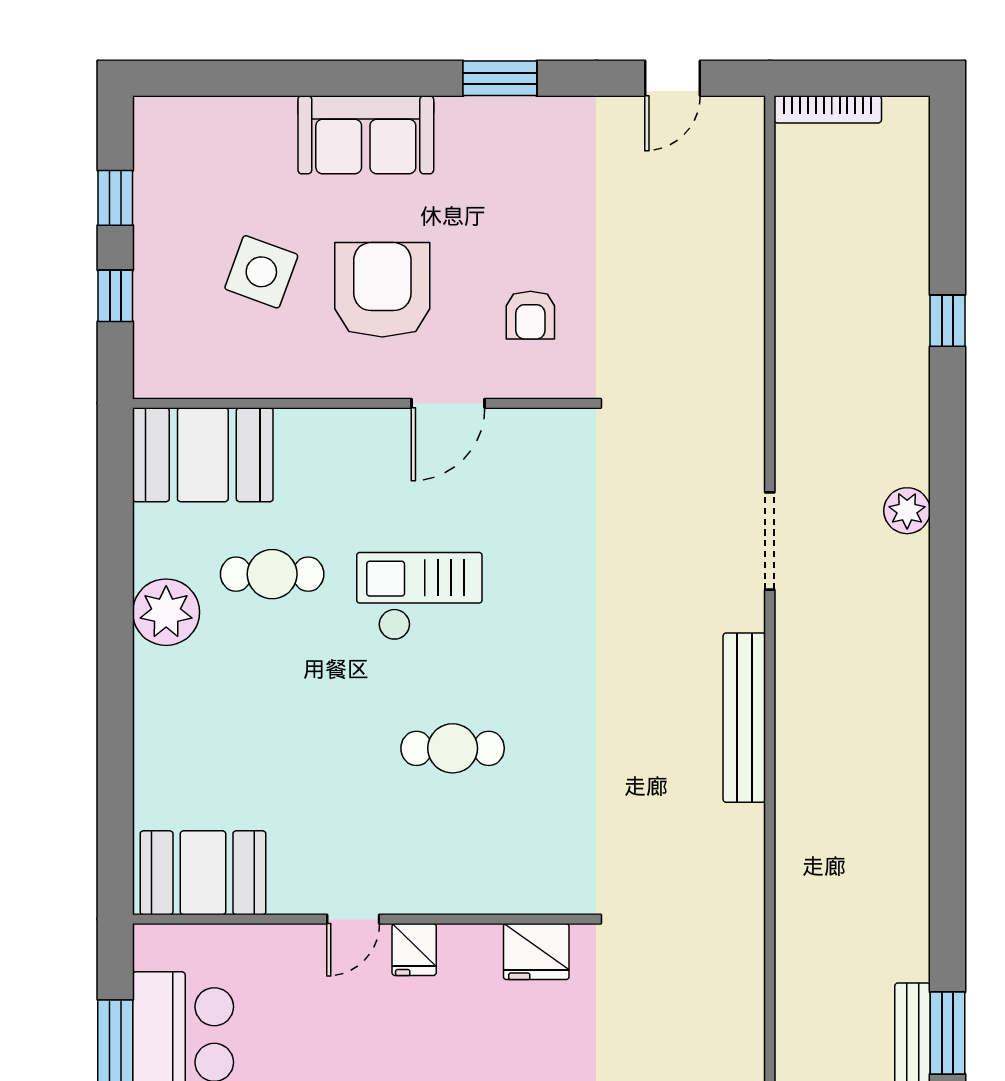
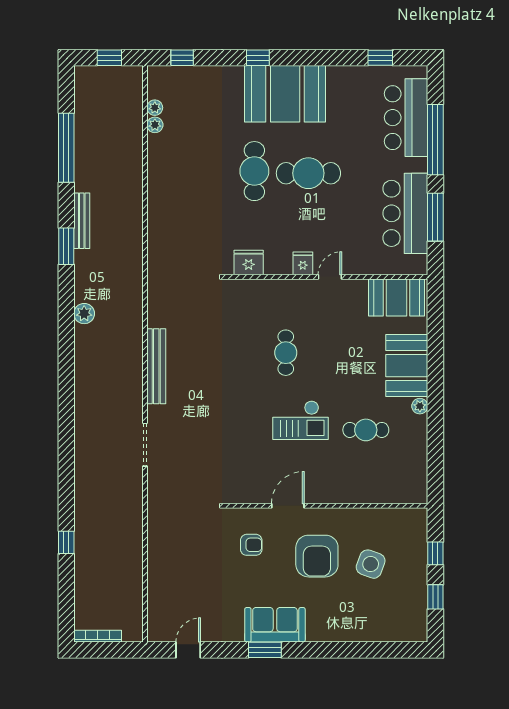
bookcase: (828, 109) -> (98, 636), moved
sofa: (366, 135) -> (275, 625), moved
armchair: (530, 315) -> (251, 545), turned 90
booth: (203, 455) -> (407, 366), moved, turned 90
plant: (907, 511) -> (84, 314), moved
plant: (166, 612) -> (420, 406), width x0.53, depth x0.53
cafe table: (453, 748) -> (286, 353), turned 90
window: (947, 1033) -> (66, 246), moved

